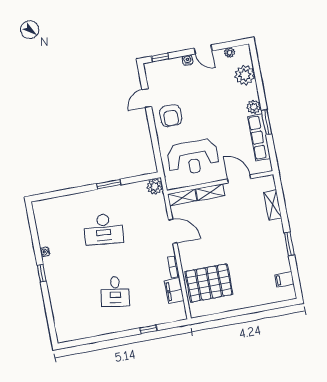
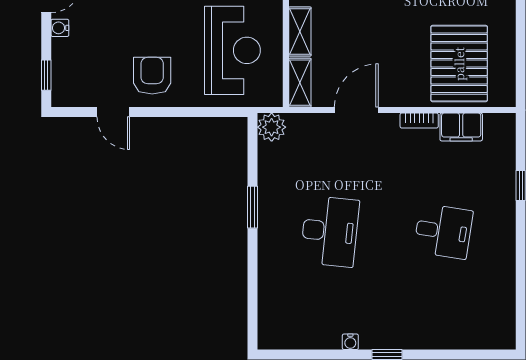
armchair: (171, 116) -> (152, 76), turned -90

